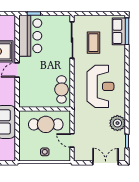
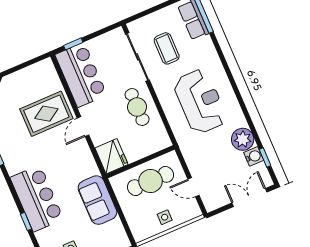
cafe table: (62, 89) -> (137, 107), moved
fridge: (27, 97) -> (111, 156), added
water cooler: (120, 137) -> (254, 156), added

